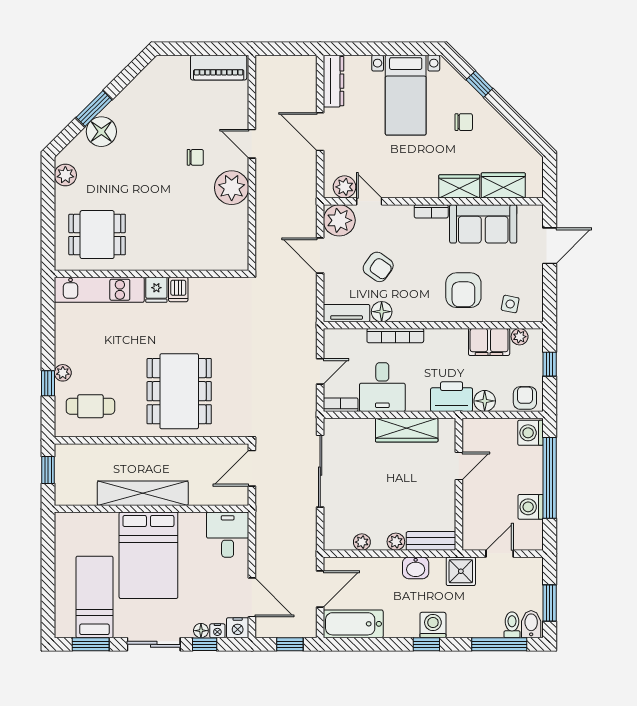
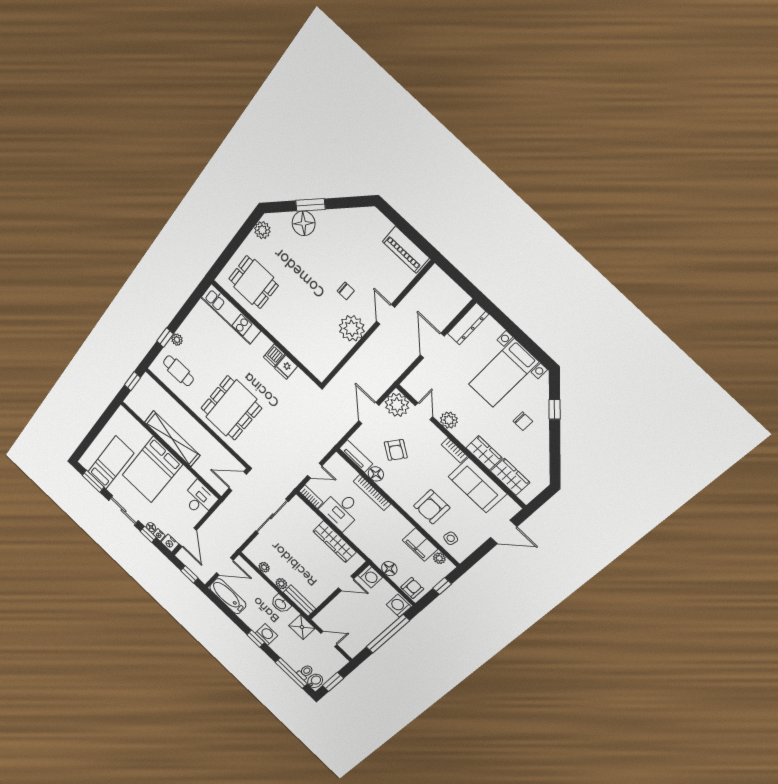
plant: (344, 187) -> (449, 420), moved
fridge: (156, 290) -> (286, 367), moved
printer: (452, 397) -> (374, 550), removed
washing machine: (531, 507) -> (370, 576), moved, turned 180

